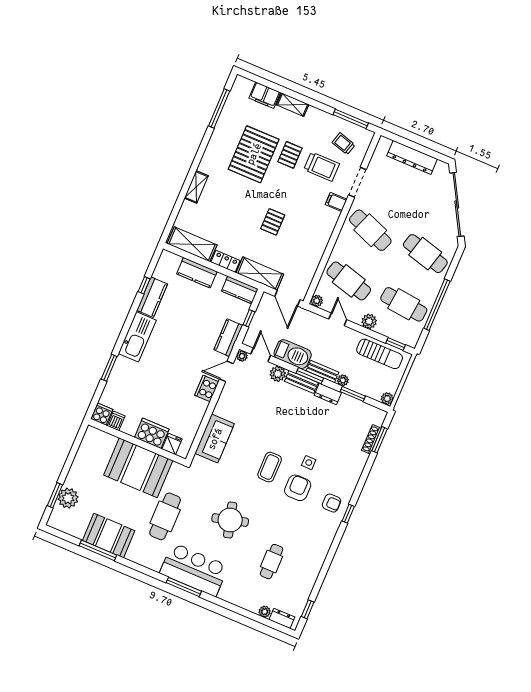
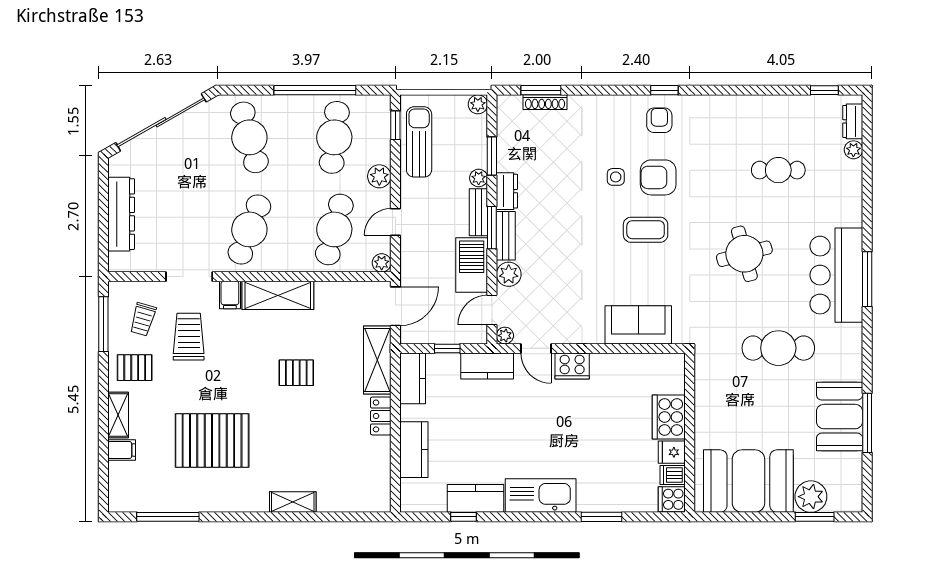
filing cabinet: (265, 95) -> (122, 450), width x0.50
pallet: (290, 155) -> (135, 368), moved
shelving: (192, 244) -> (278, 295), moved, turned 90
cafe table: (425, 254) -> (249, 137), turned -30
fridge: (172, 444) -> (672, 452), moved
booth: (138, 468) -> (748, 481), moved, turned 90

